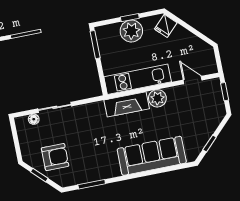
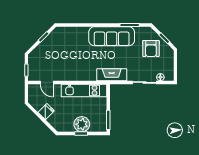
fridge: (166, 26) -> (46, 112), moved
plant: (157, 98) -> (73, 75), removed
fireplace: (127, 104) -> (112, 75), moved
sofa: (152, 156) -> (112, 36), moved
armchair: (55, 157) -> (151, 48), turned -90

